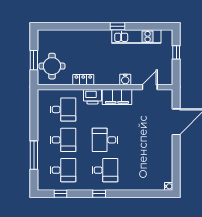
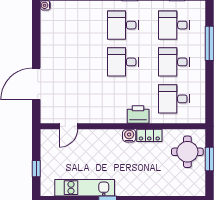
water cooler: (125, 79) -> (129, 136), moved
filing cabinet: (117, 97) -> (108, 114), removed
desk: (105, 140) -> (123, 62), turned 180

